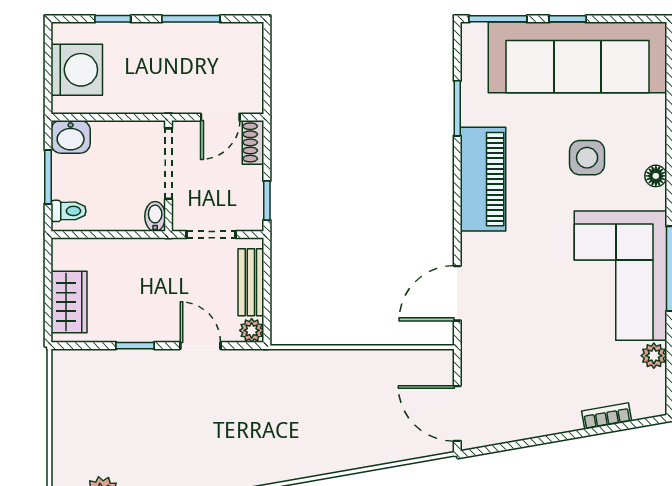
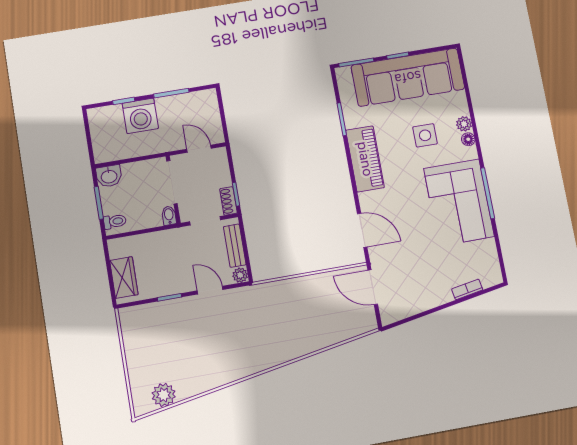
washing machine: (77, 70) -> (140, 116), moved, turned 90
door: (220, 117) -> (199, 149), swing flipped
shoe rack: (253, 142) -> (228, 201), moved
door: (457, 293) -> (362, 230), swing flipped
plant: (654, 356) -> (464, 124), moved
door: (457, 413) -> (373, 287), moved

